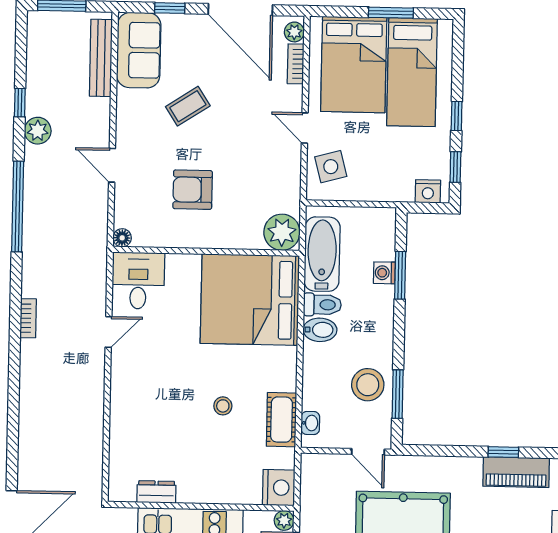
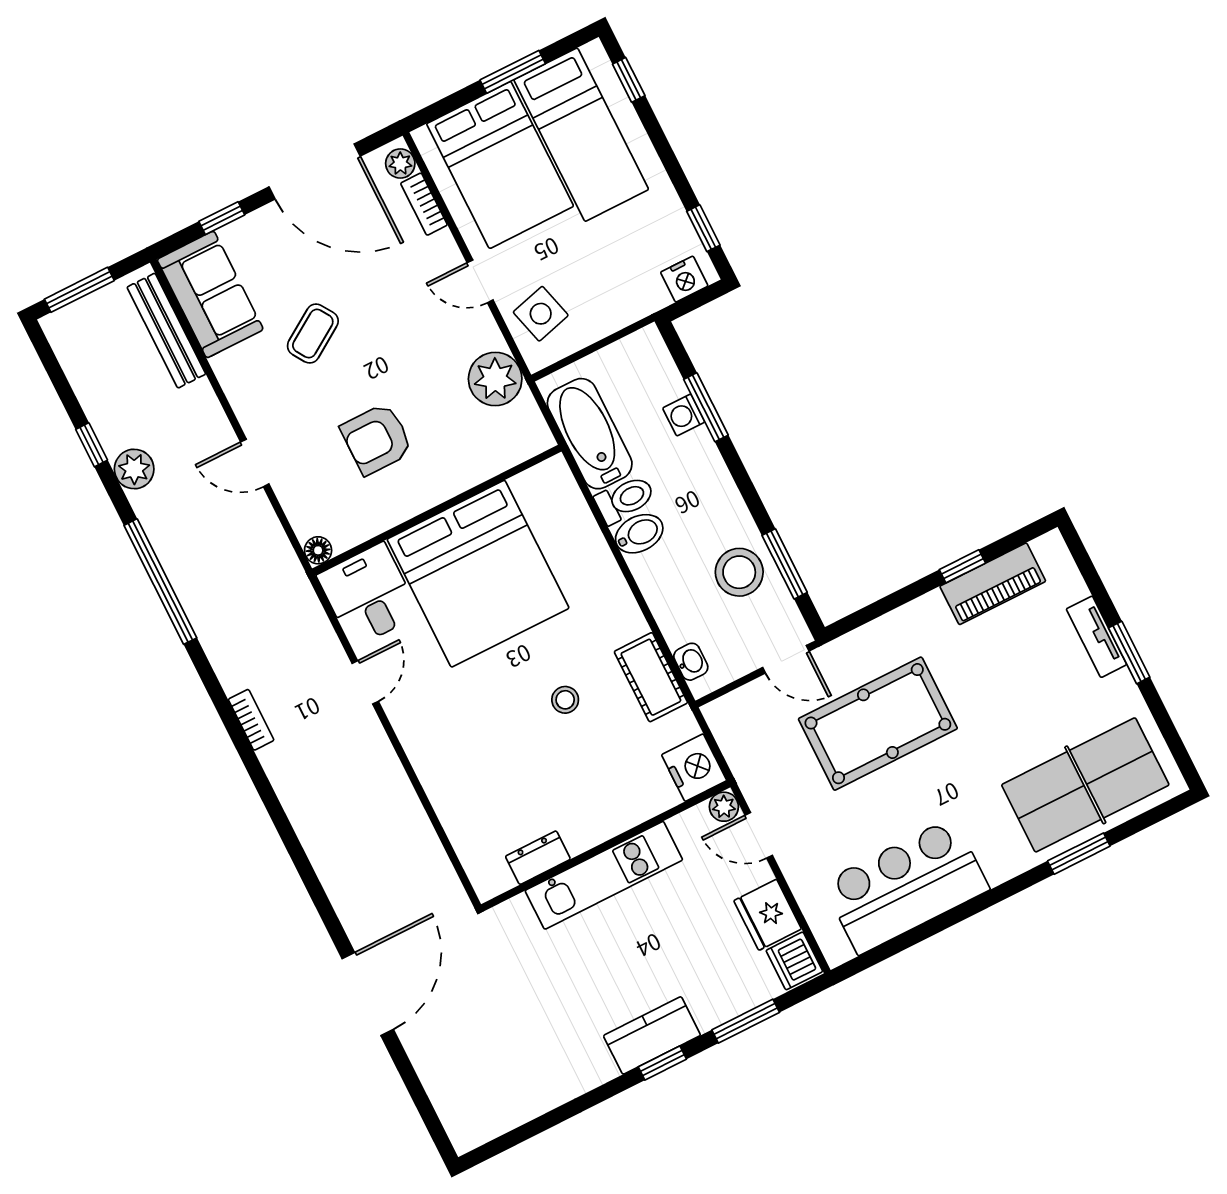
window: (457, 116) -> (629, 80), moved
plant: (282, 232) -> (495, 379), moved
bed: (250, 300) -> (478, 574), moved, turned -90

